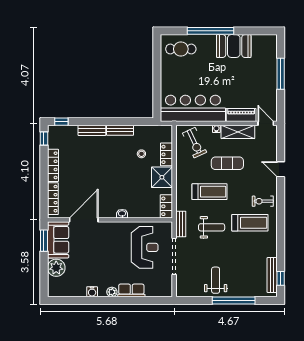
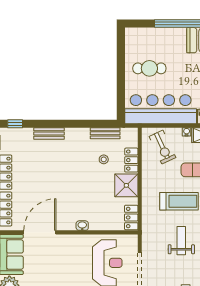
cafe table: (181, 49) -> (149, 68), moved
bench: (120, 130) -> (105, 133), moved
bench: (181, 224) -> (147, 237), removed
weight bench: (212, 227) -> (181, 241), turned -90

